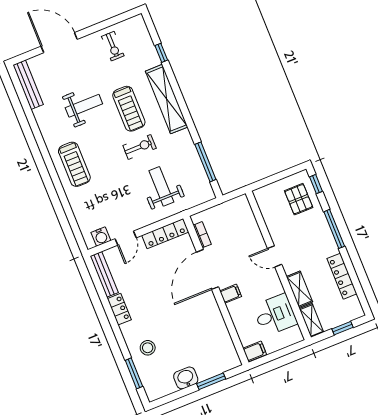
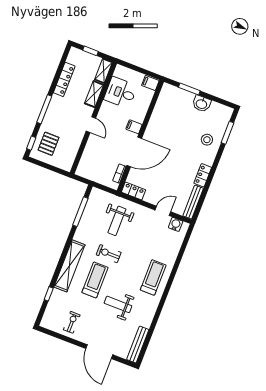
locker: (165, 234) -> (134, 191), width x0.66

